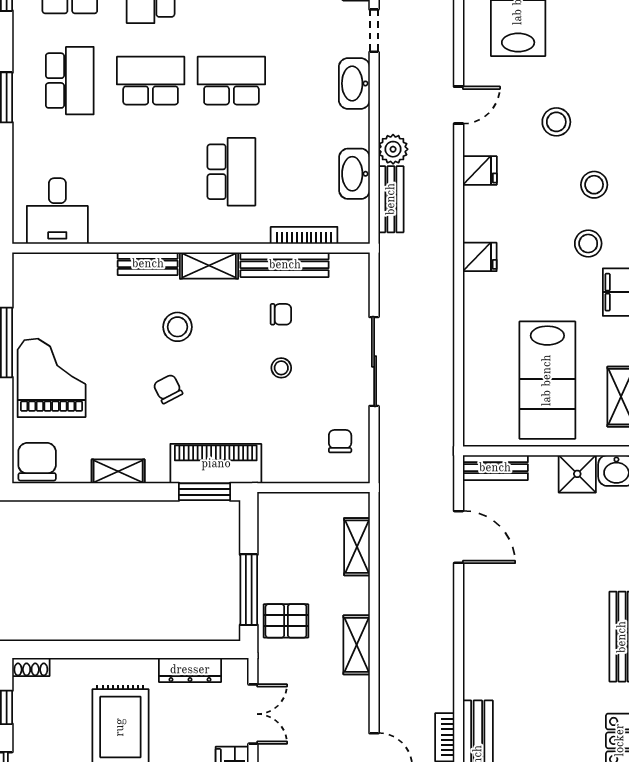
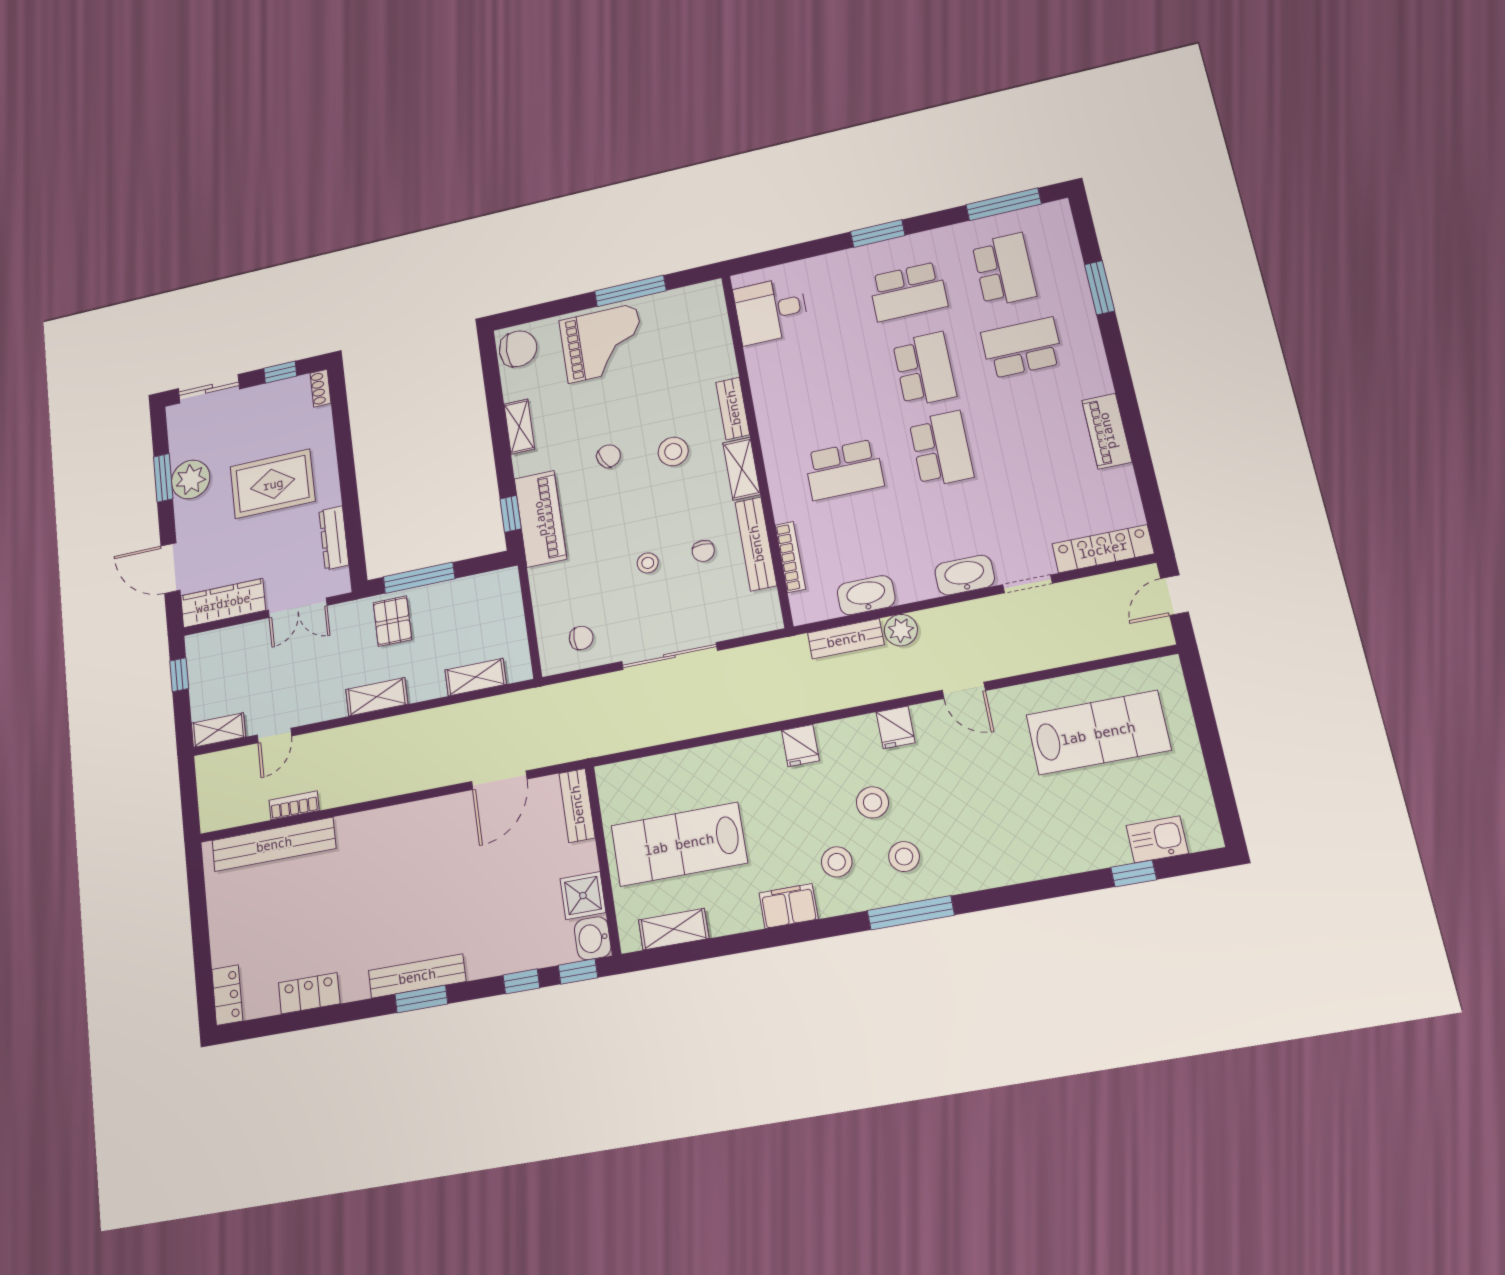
stool: (556, 122) -> (872, 802), moved
window: (204, 492) -> (511, 514), width x0.67

